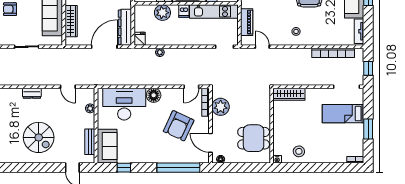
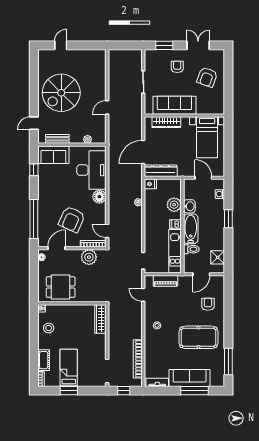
door: (104, 47) -> (143, 152), swing flipped
door: (262, 47) -> (143, 295), swing flipped
door: (68, 87) -> (107, 107), moved
dresser: (32, 93) -> (101, 87), removed
bed: (343, 114) -> (69, 368), moved
armchair: (179, 126) -> (72, 219), turned -91
spiral stairs: (39, 137) -> (61, 93), width x1.37, depth x1.37
dining table: (254, 138) -> (61, 287), turned 90
cot: (334, 157) -> (44, 360), added

